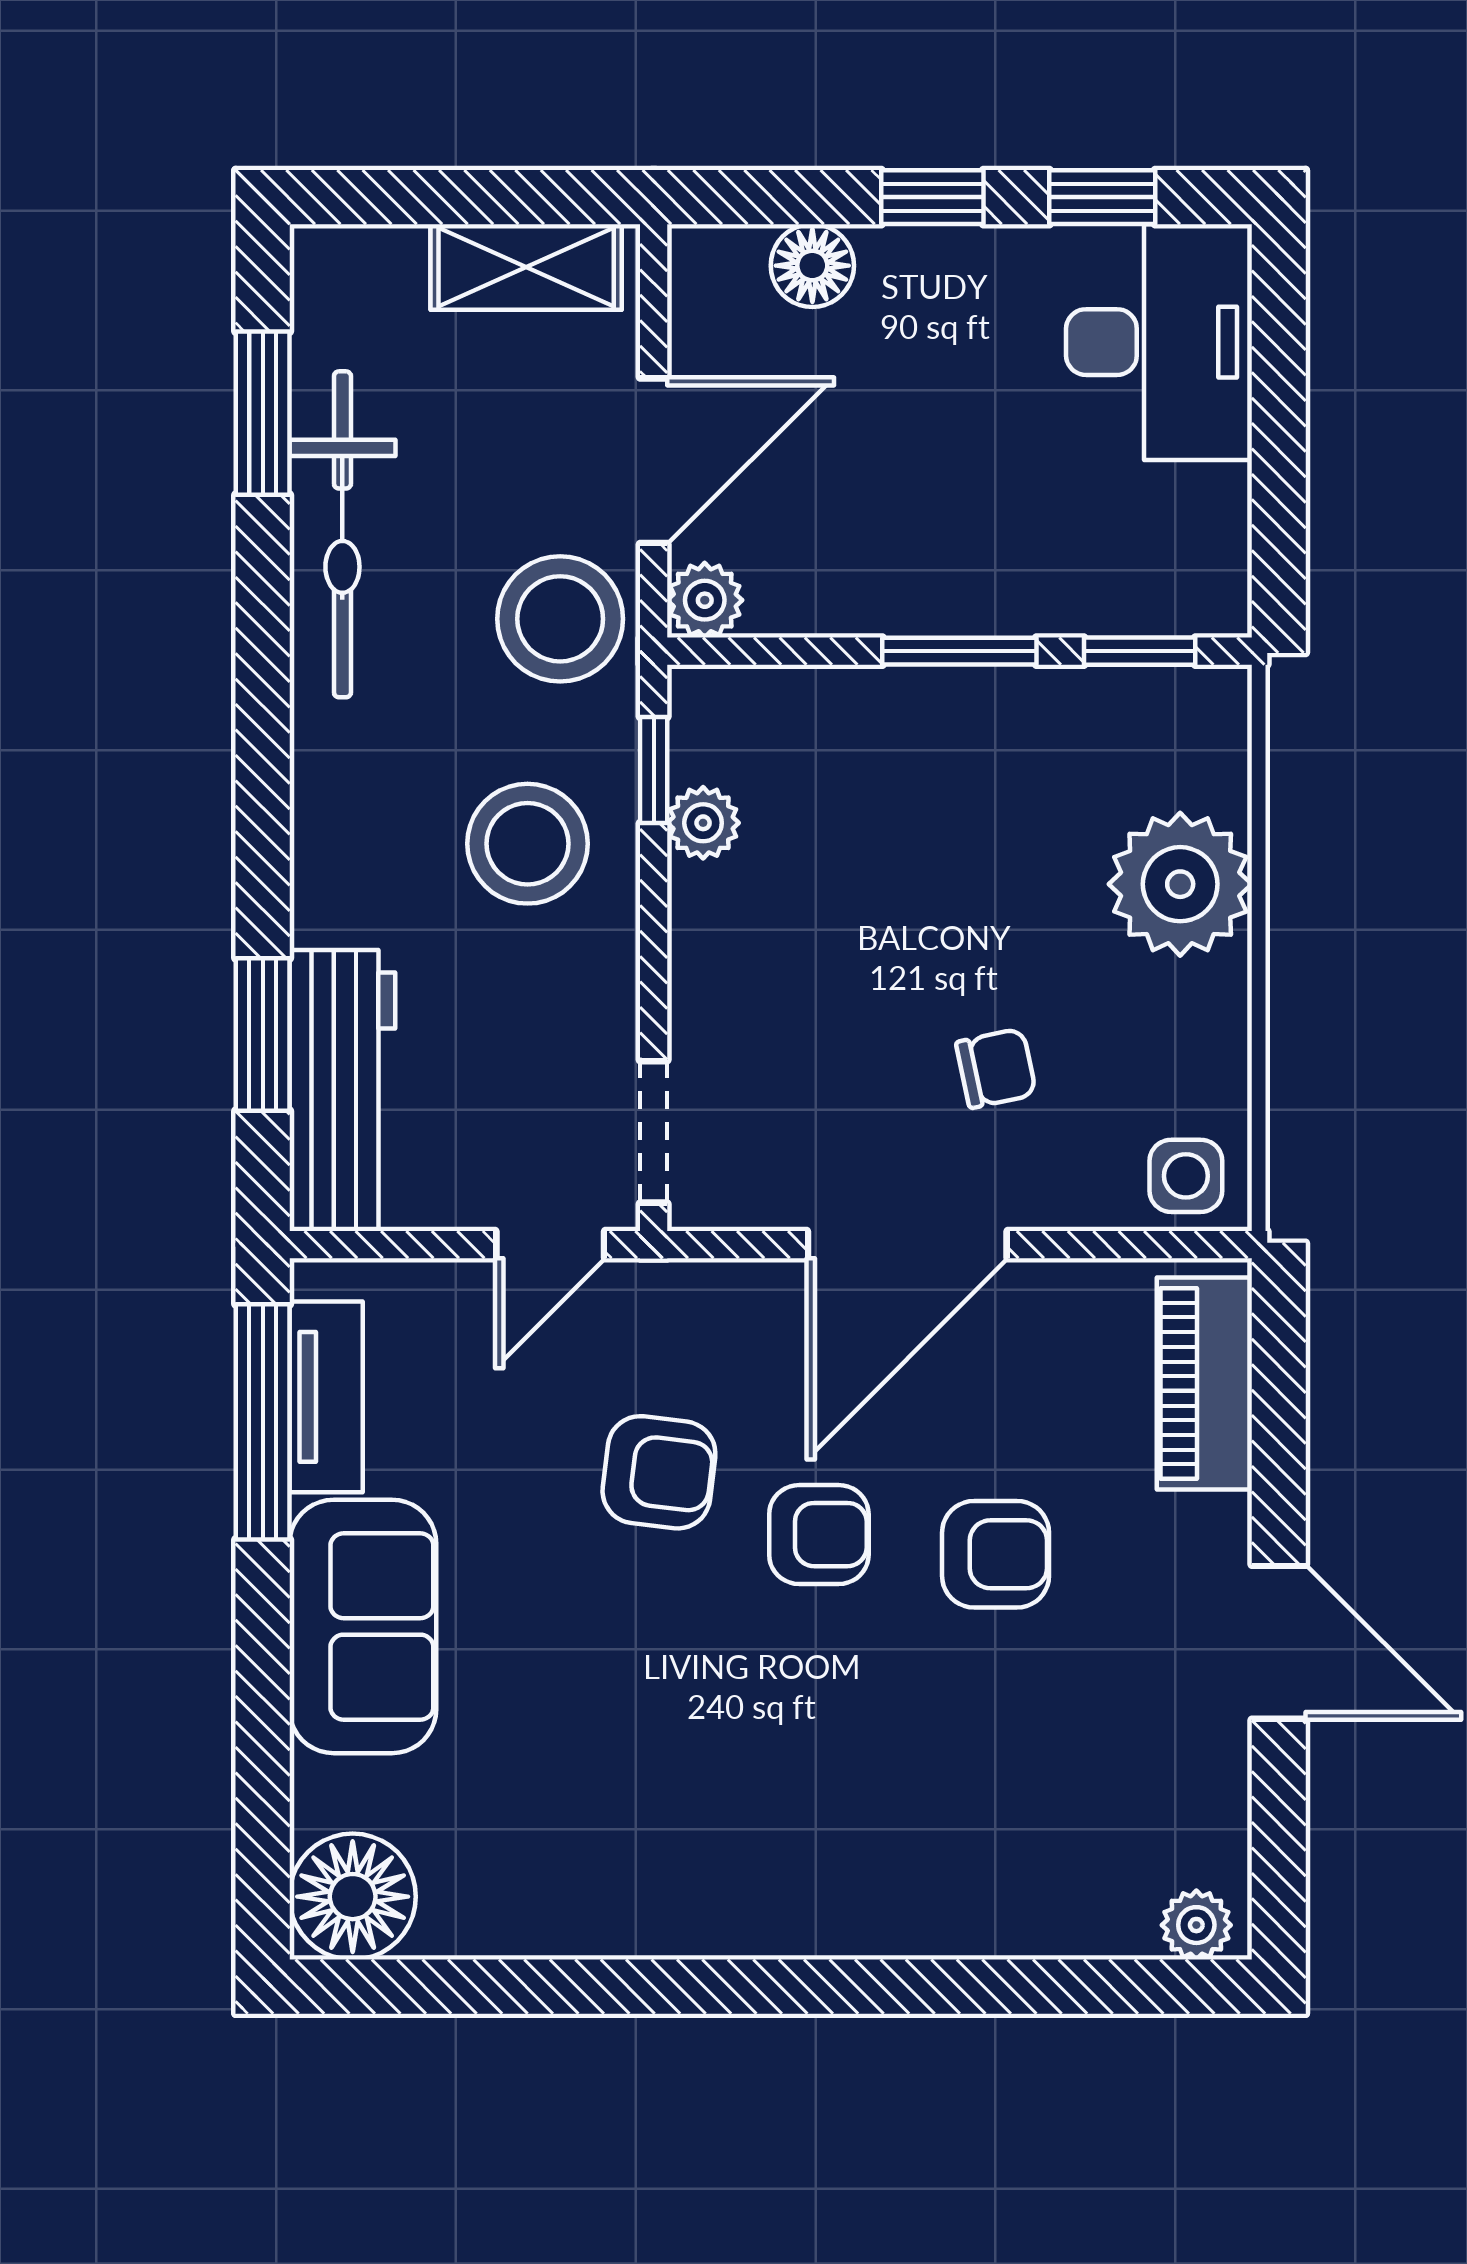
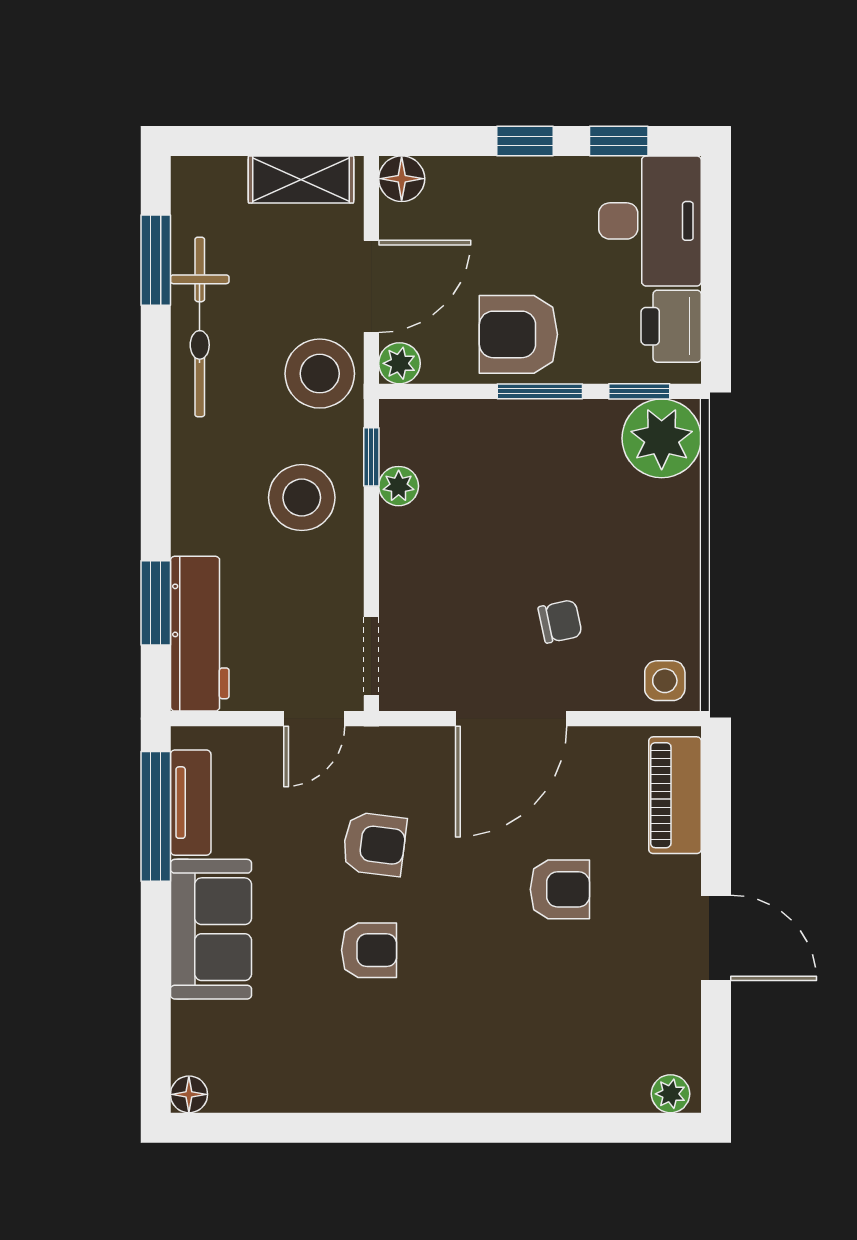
floor lamp: (812, 266) -> (402, 179), moved
printer: (1197, 533) -> (671, 326), added
armchair: (920, 548) -> (518, 334), added
plant: (1180, 884) -> (662, 438), moved
armchair: (819, 1535) -> (369, 950), moved
floor lamp: (353, 1897) -> (189, 1094), width x0.53, depth x0.53

